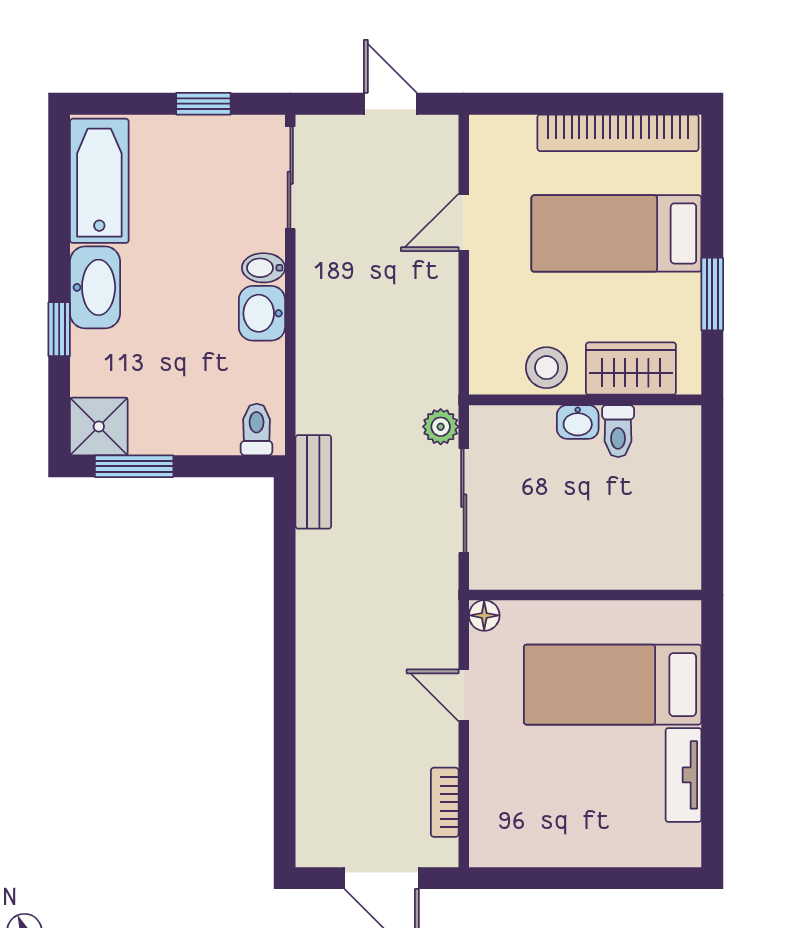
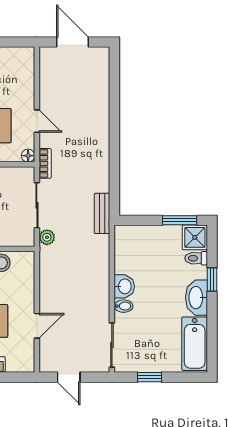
toilet: (257, 429) -> (196, 258), moved, turned 90
bookcase: (445, 802) -> (45, 163), moved

